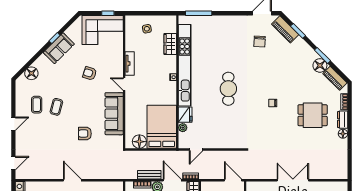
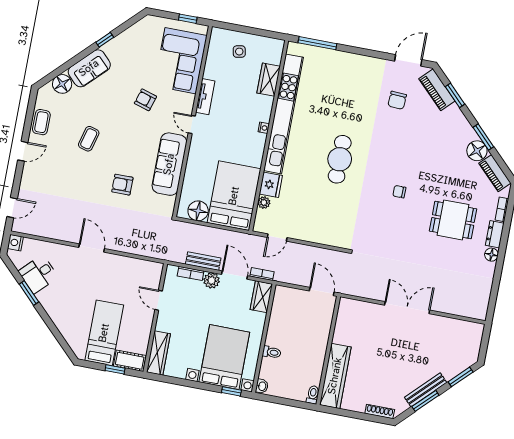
corner sofa: (103, 30) -> (181, 61), moved, turned 90
sofa: (59, 48) -> (89, 68), moved
coffee table: (37, 105) -> (41, 122), moved

